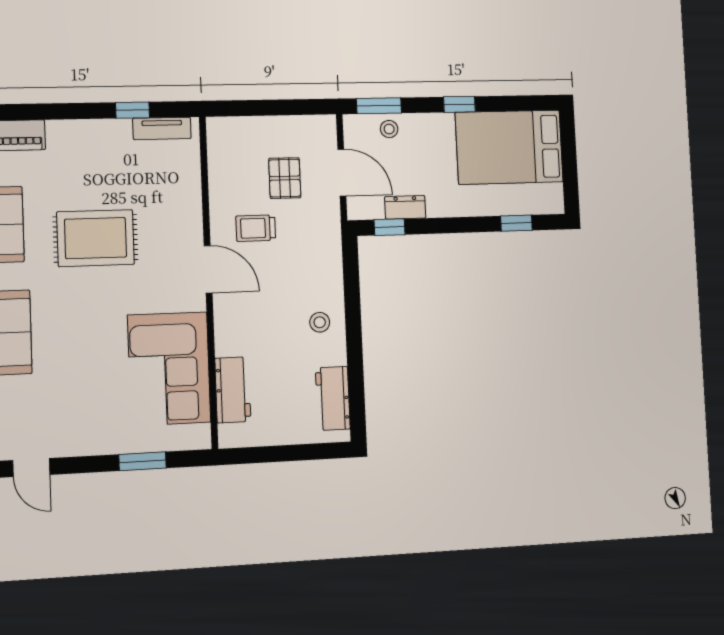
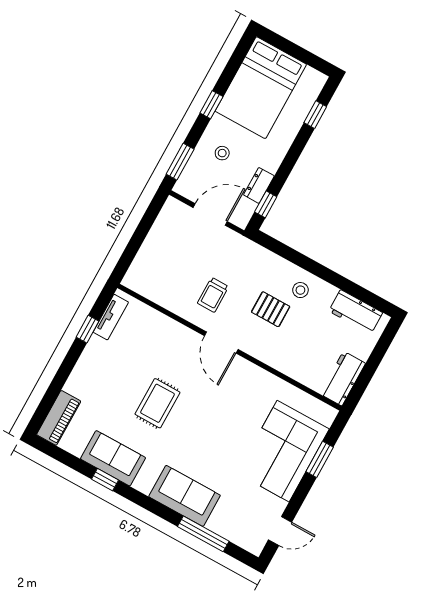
stool: (389, 129) -> (222, 153), moved
pallet: (285, 178) -> (271, 309), moved
rug: (96, 238) -> (157, 403), width x0.73, depth x0.70
door: (208, 269) -> (221, 343), swing flipped
corner sofa: (169, 369) -> (283, 451), moved, turned 90
workbench: (233, 390) -> (343, 379), moved, turned -90

